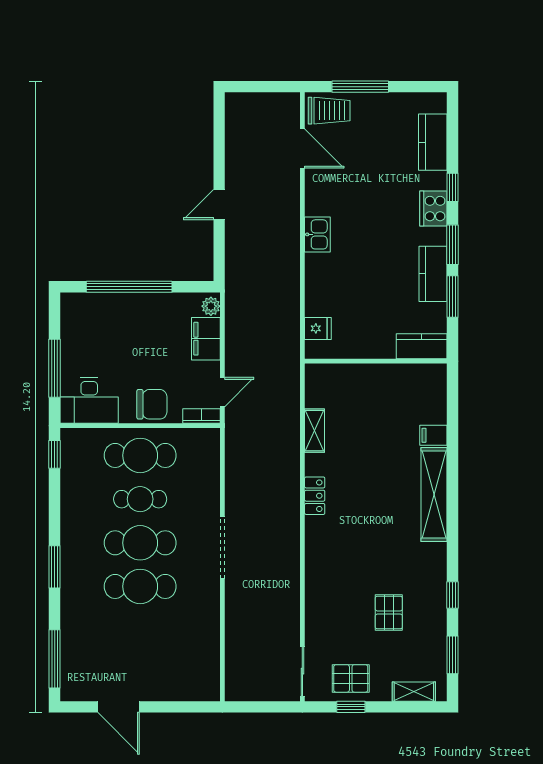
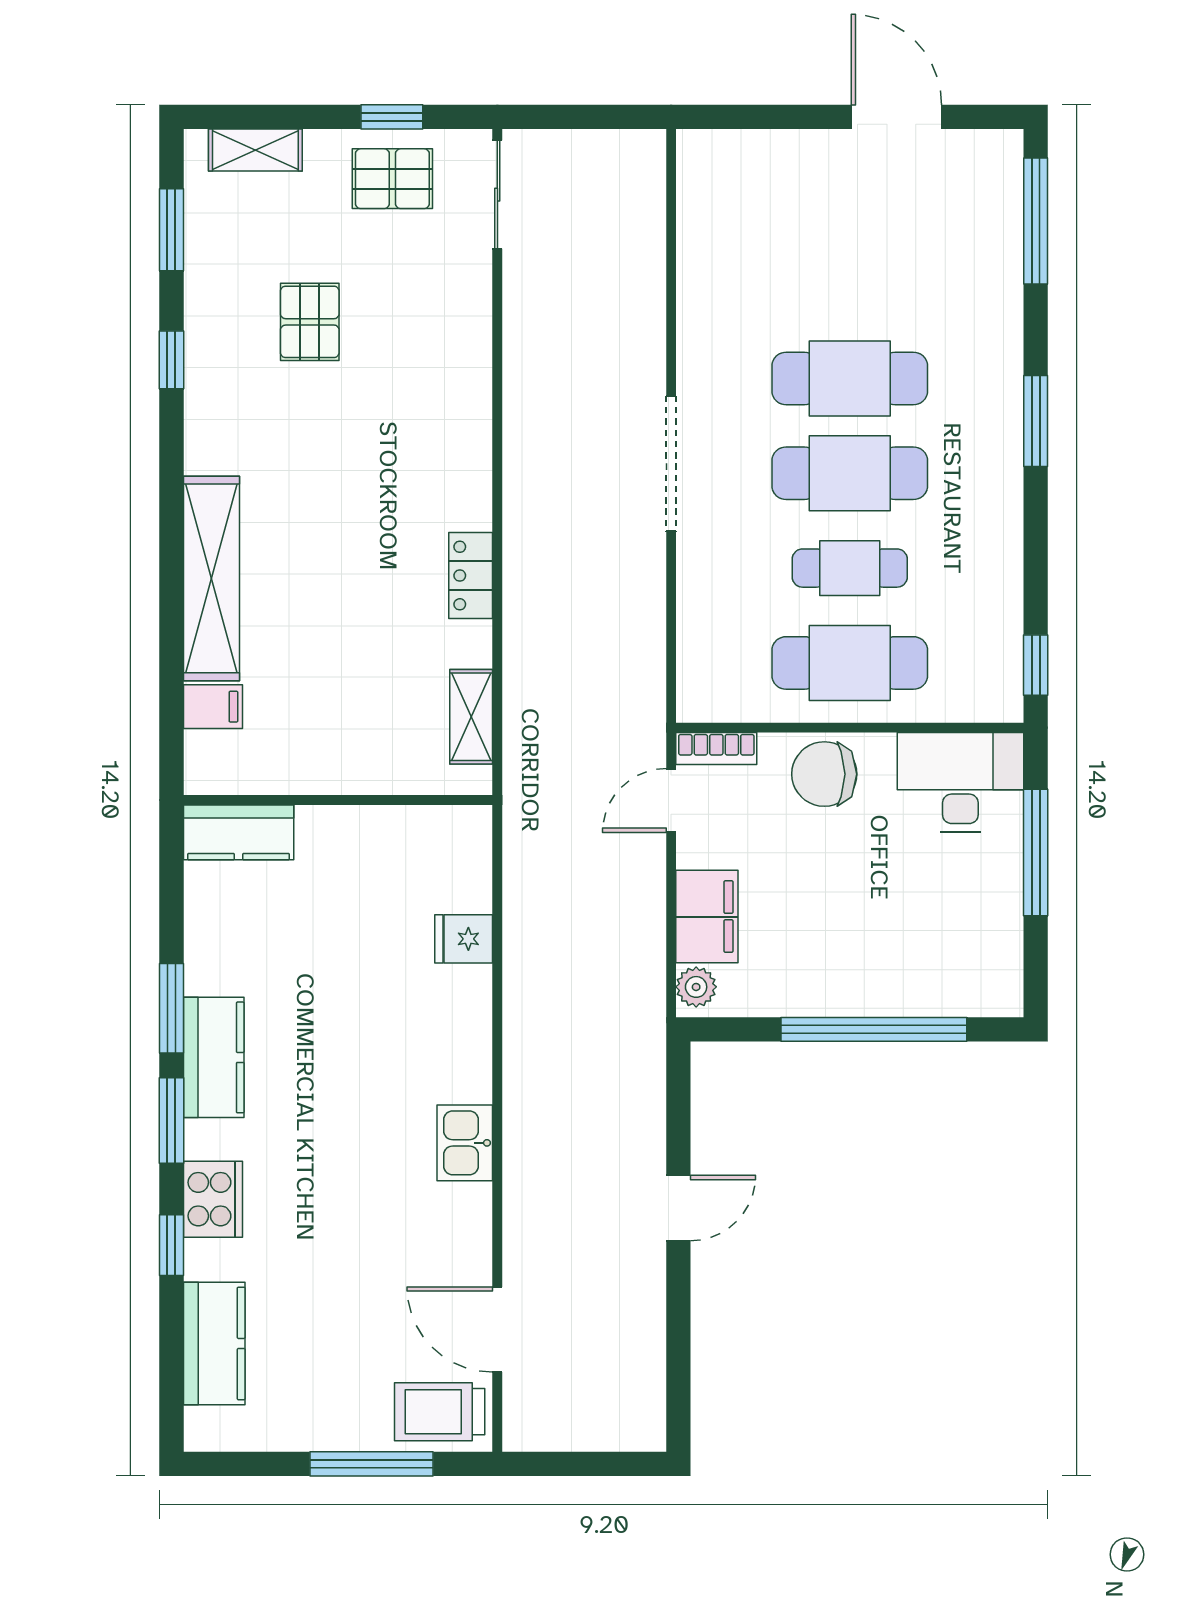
kitchen counter: (422, 346) -> (239, 832), moved
wall: (376, 361) -> (338, 800), moved

